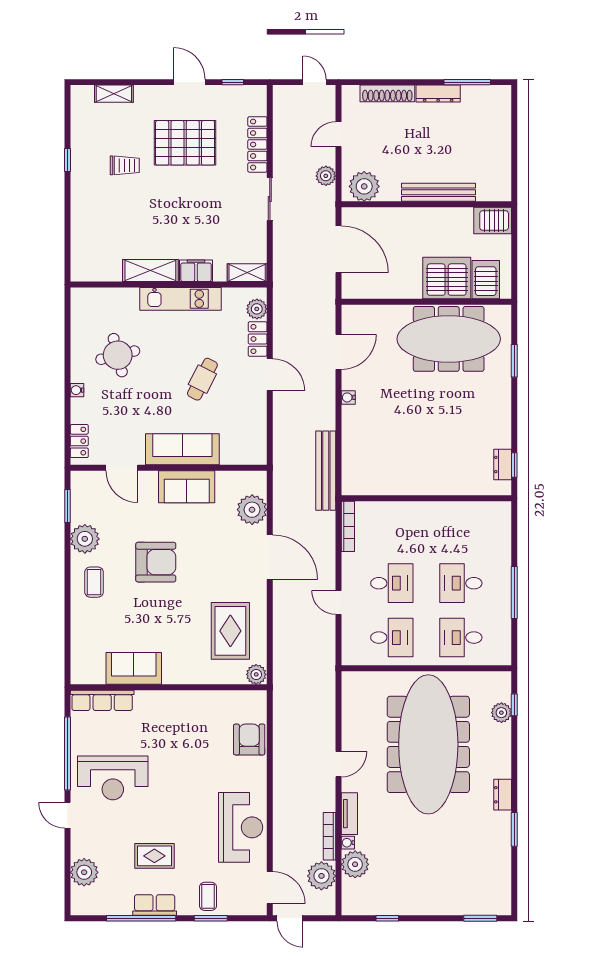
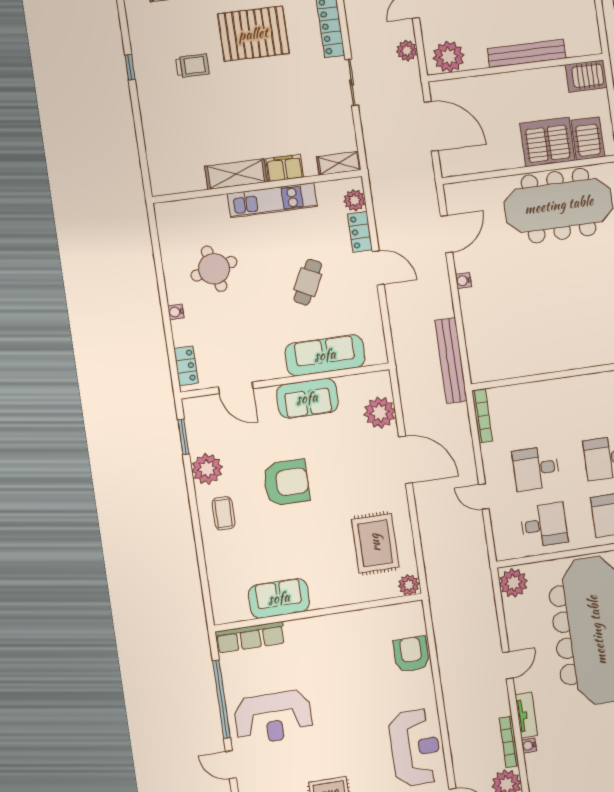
sofa: (182, 449) -> (325, 355), moved
desk: (392, 583) -> (536, 468), turned 180
plant: (355, 864) -> (513, 583), moved

